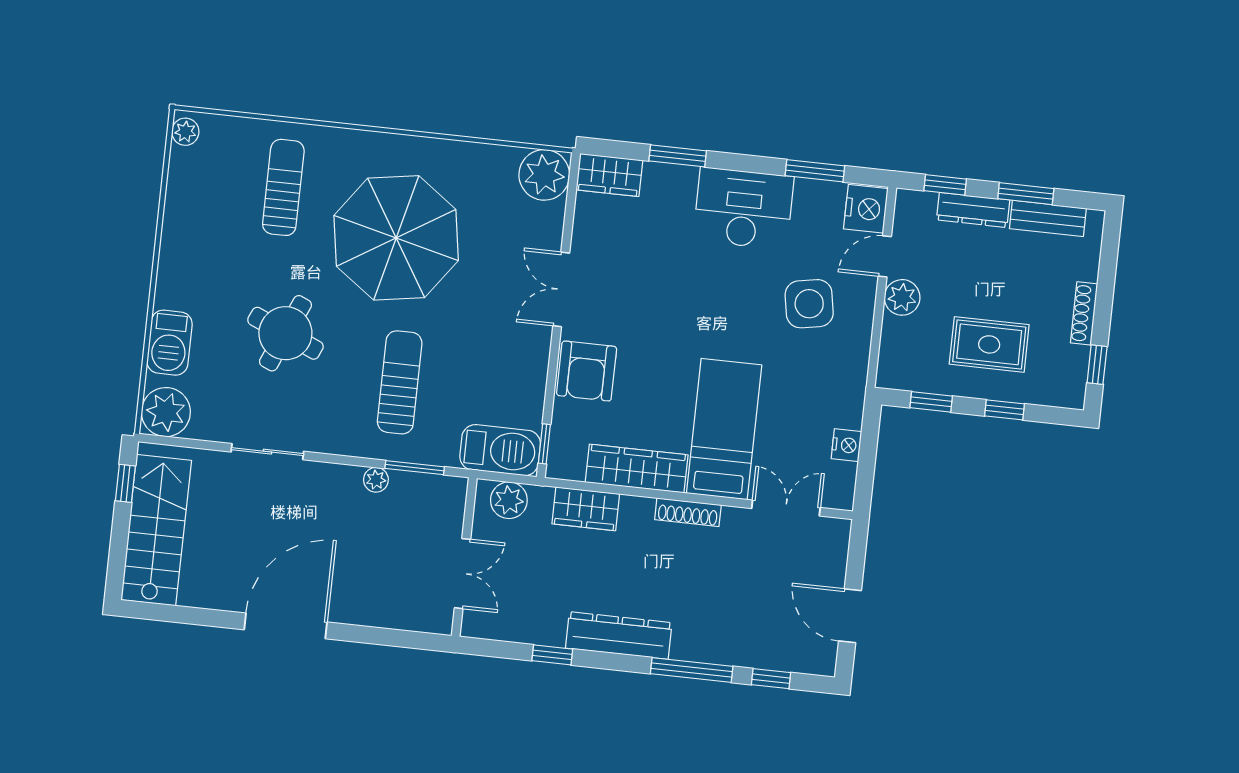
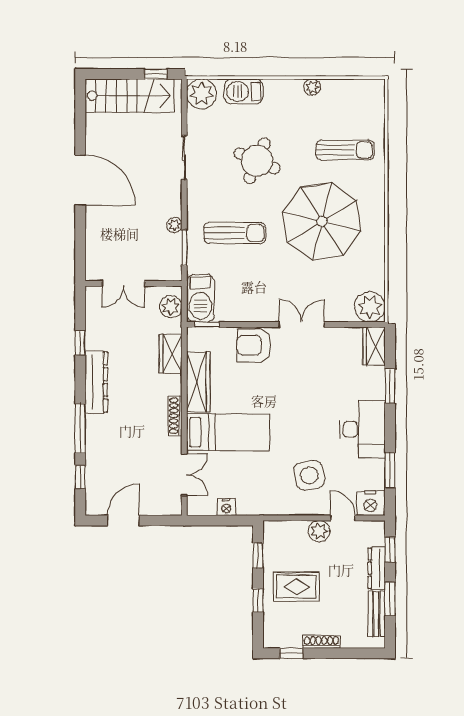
plant: (185, 132) -> (312, 87), moved
rug: (989, 344) -> (296, 587), turned 90

